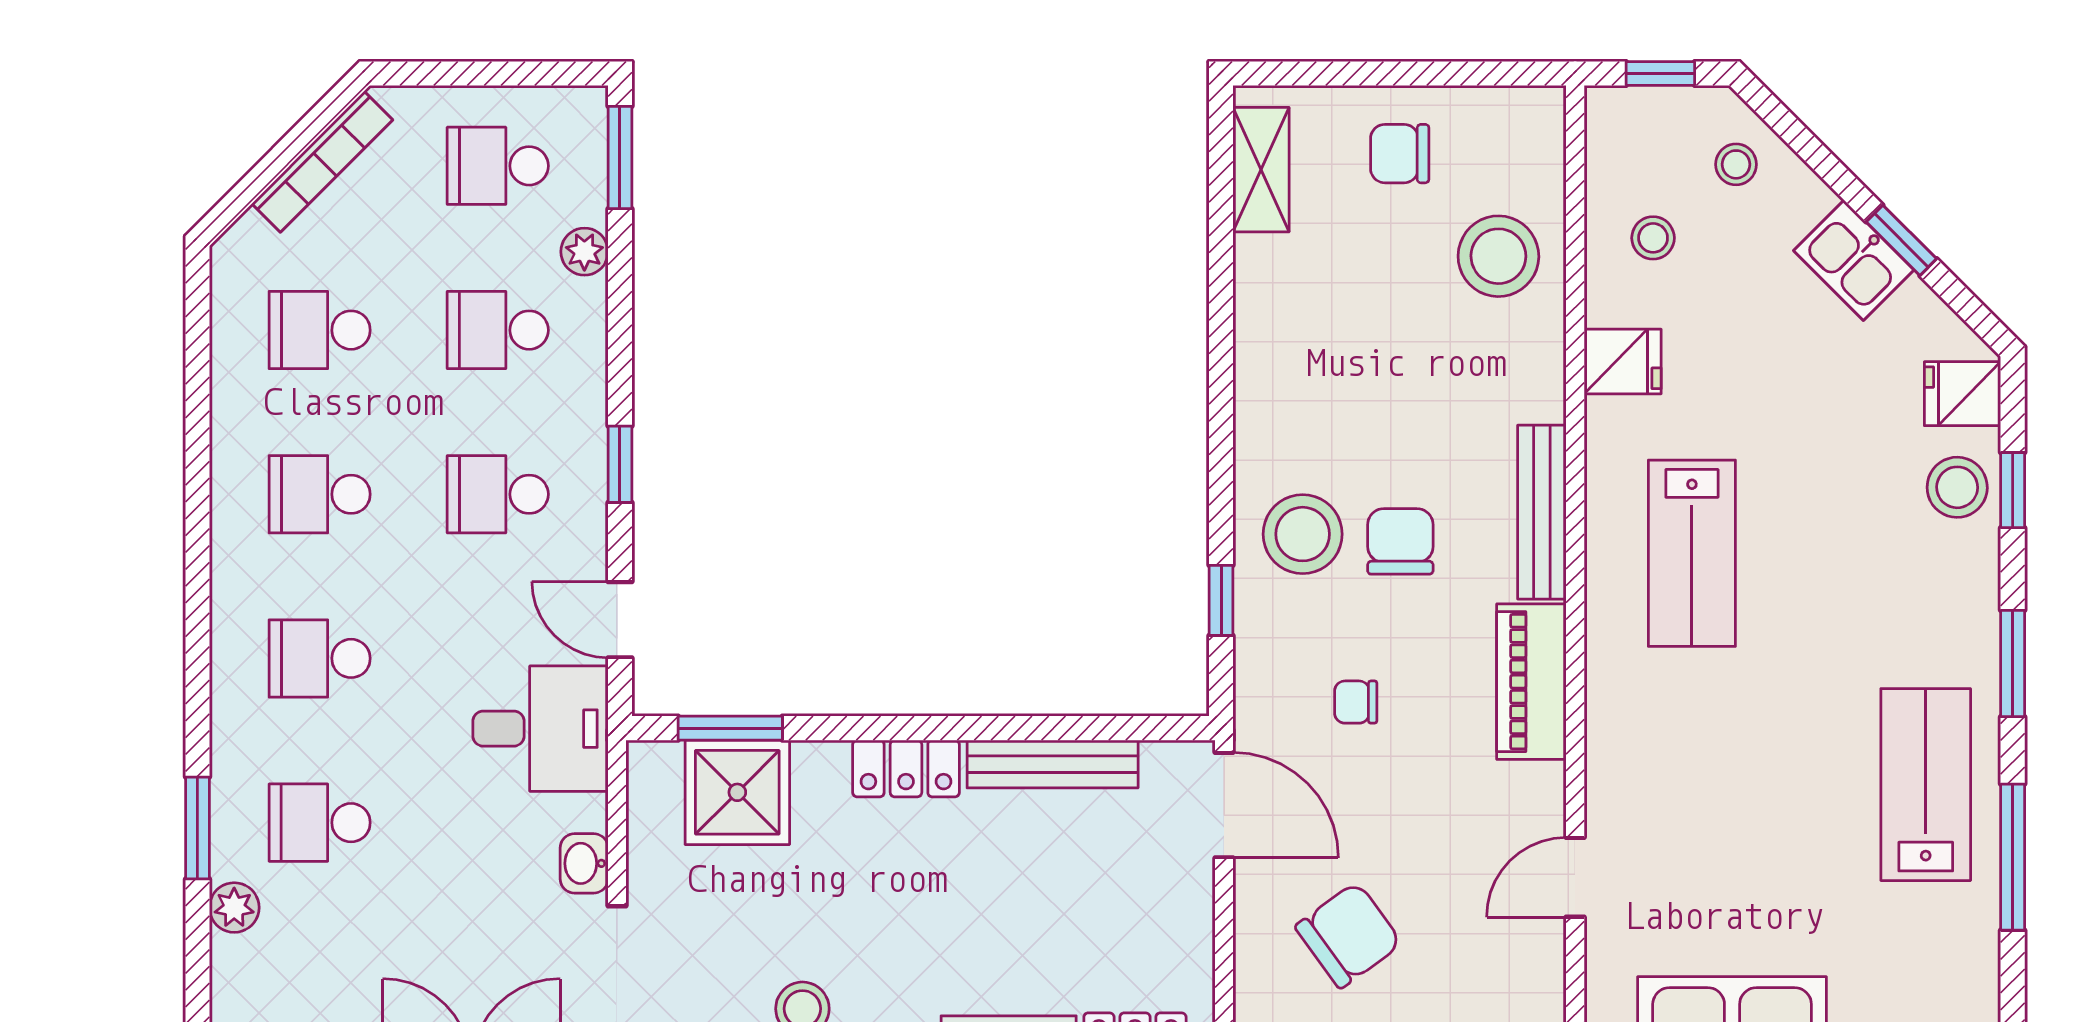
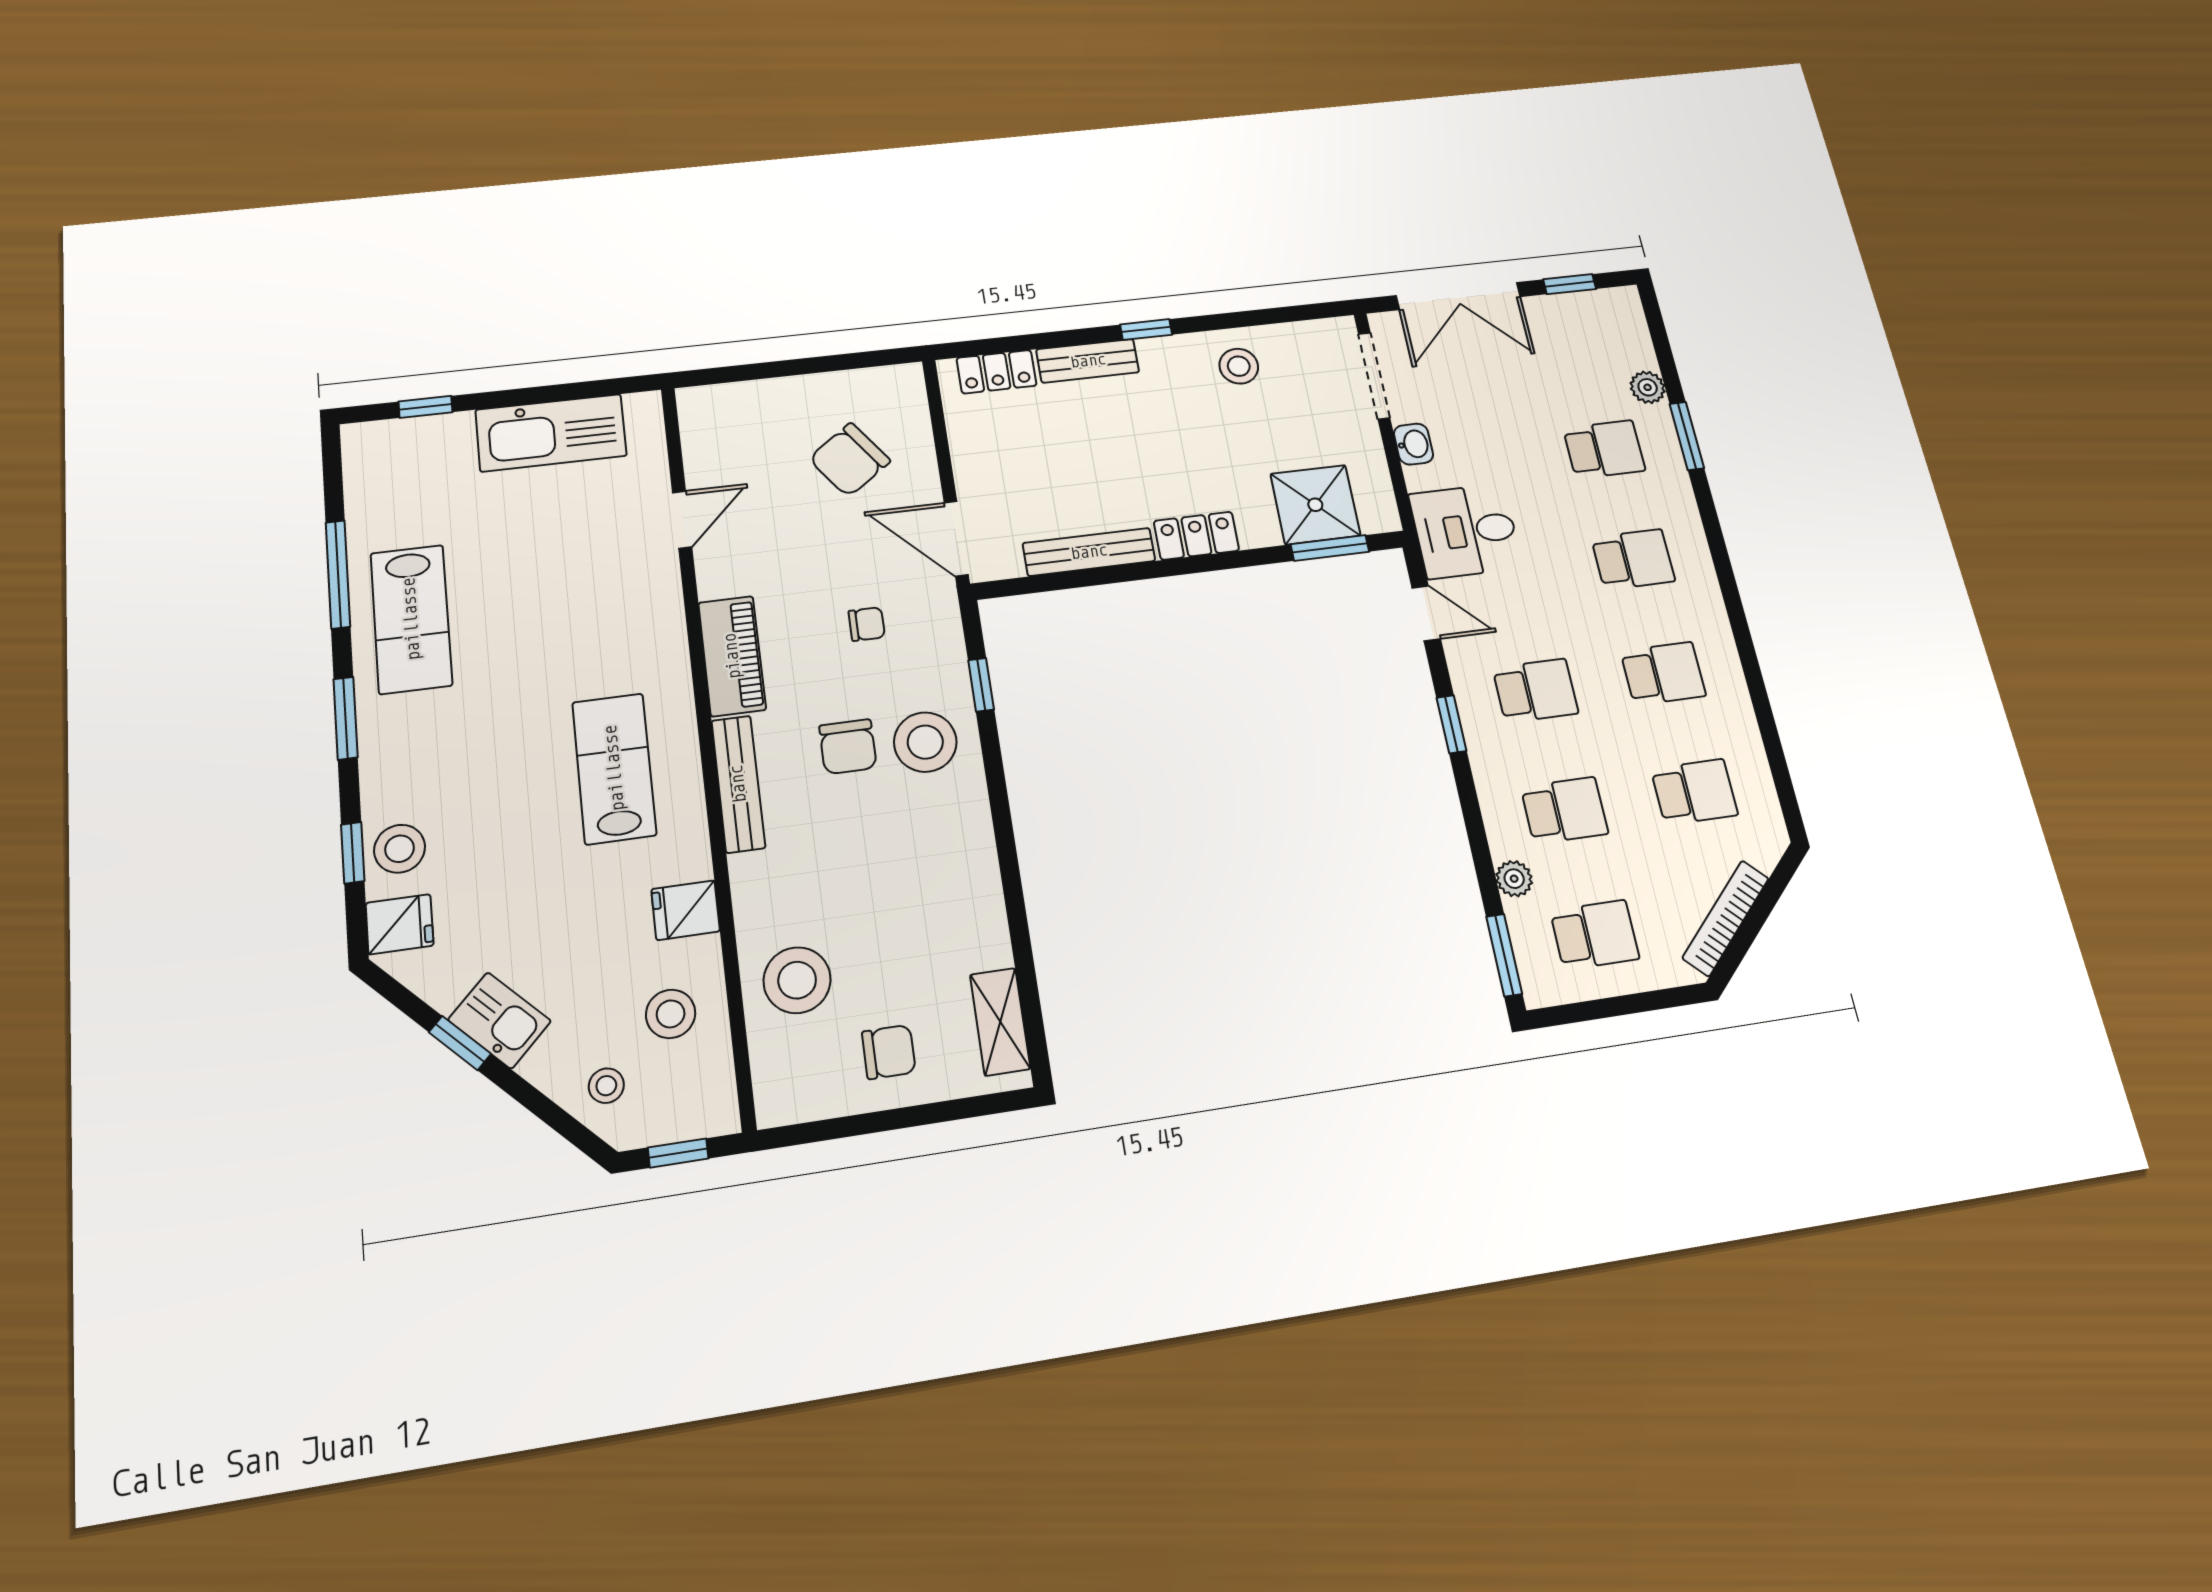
stool: (1653, 238) -> (671, 1014), width x1.37, depth x1.37

